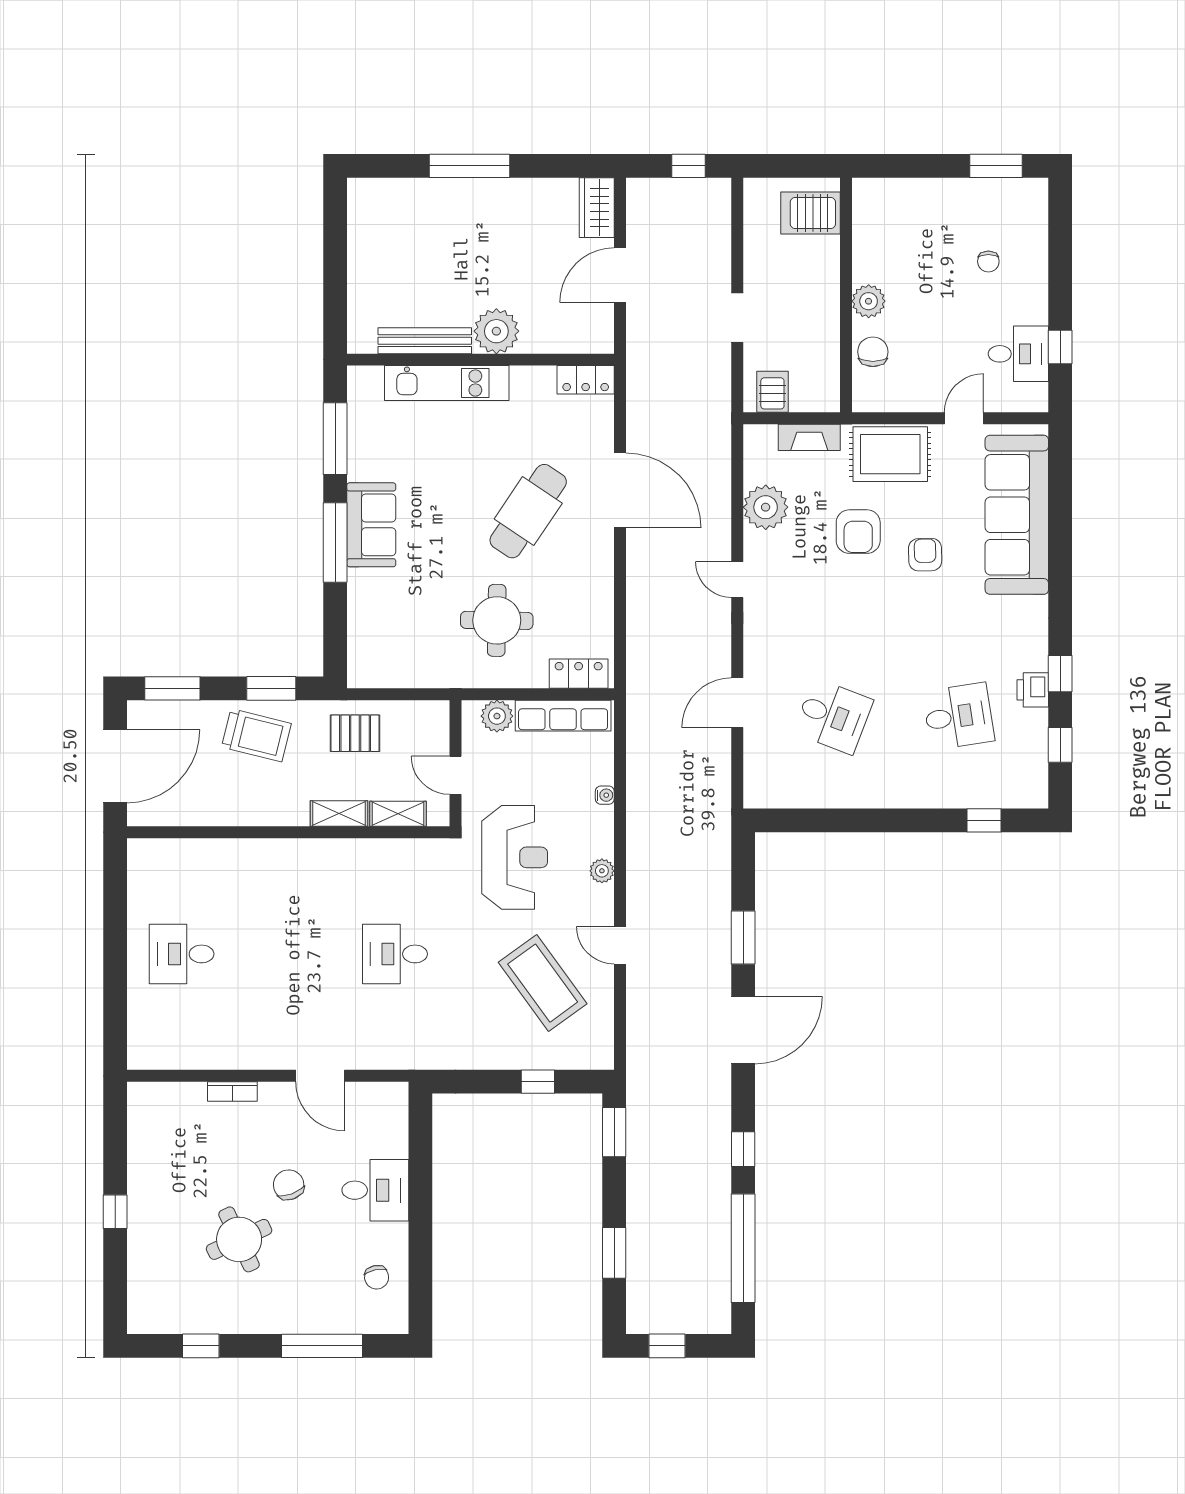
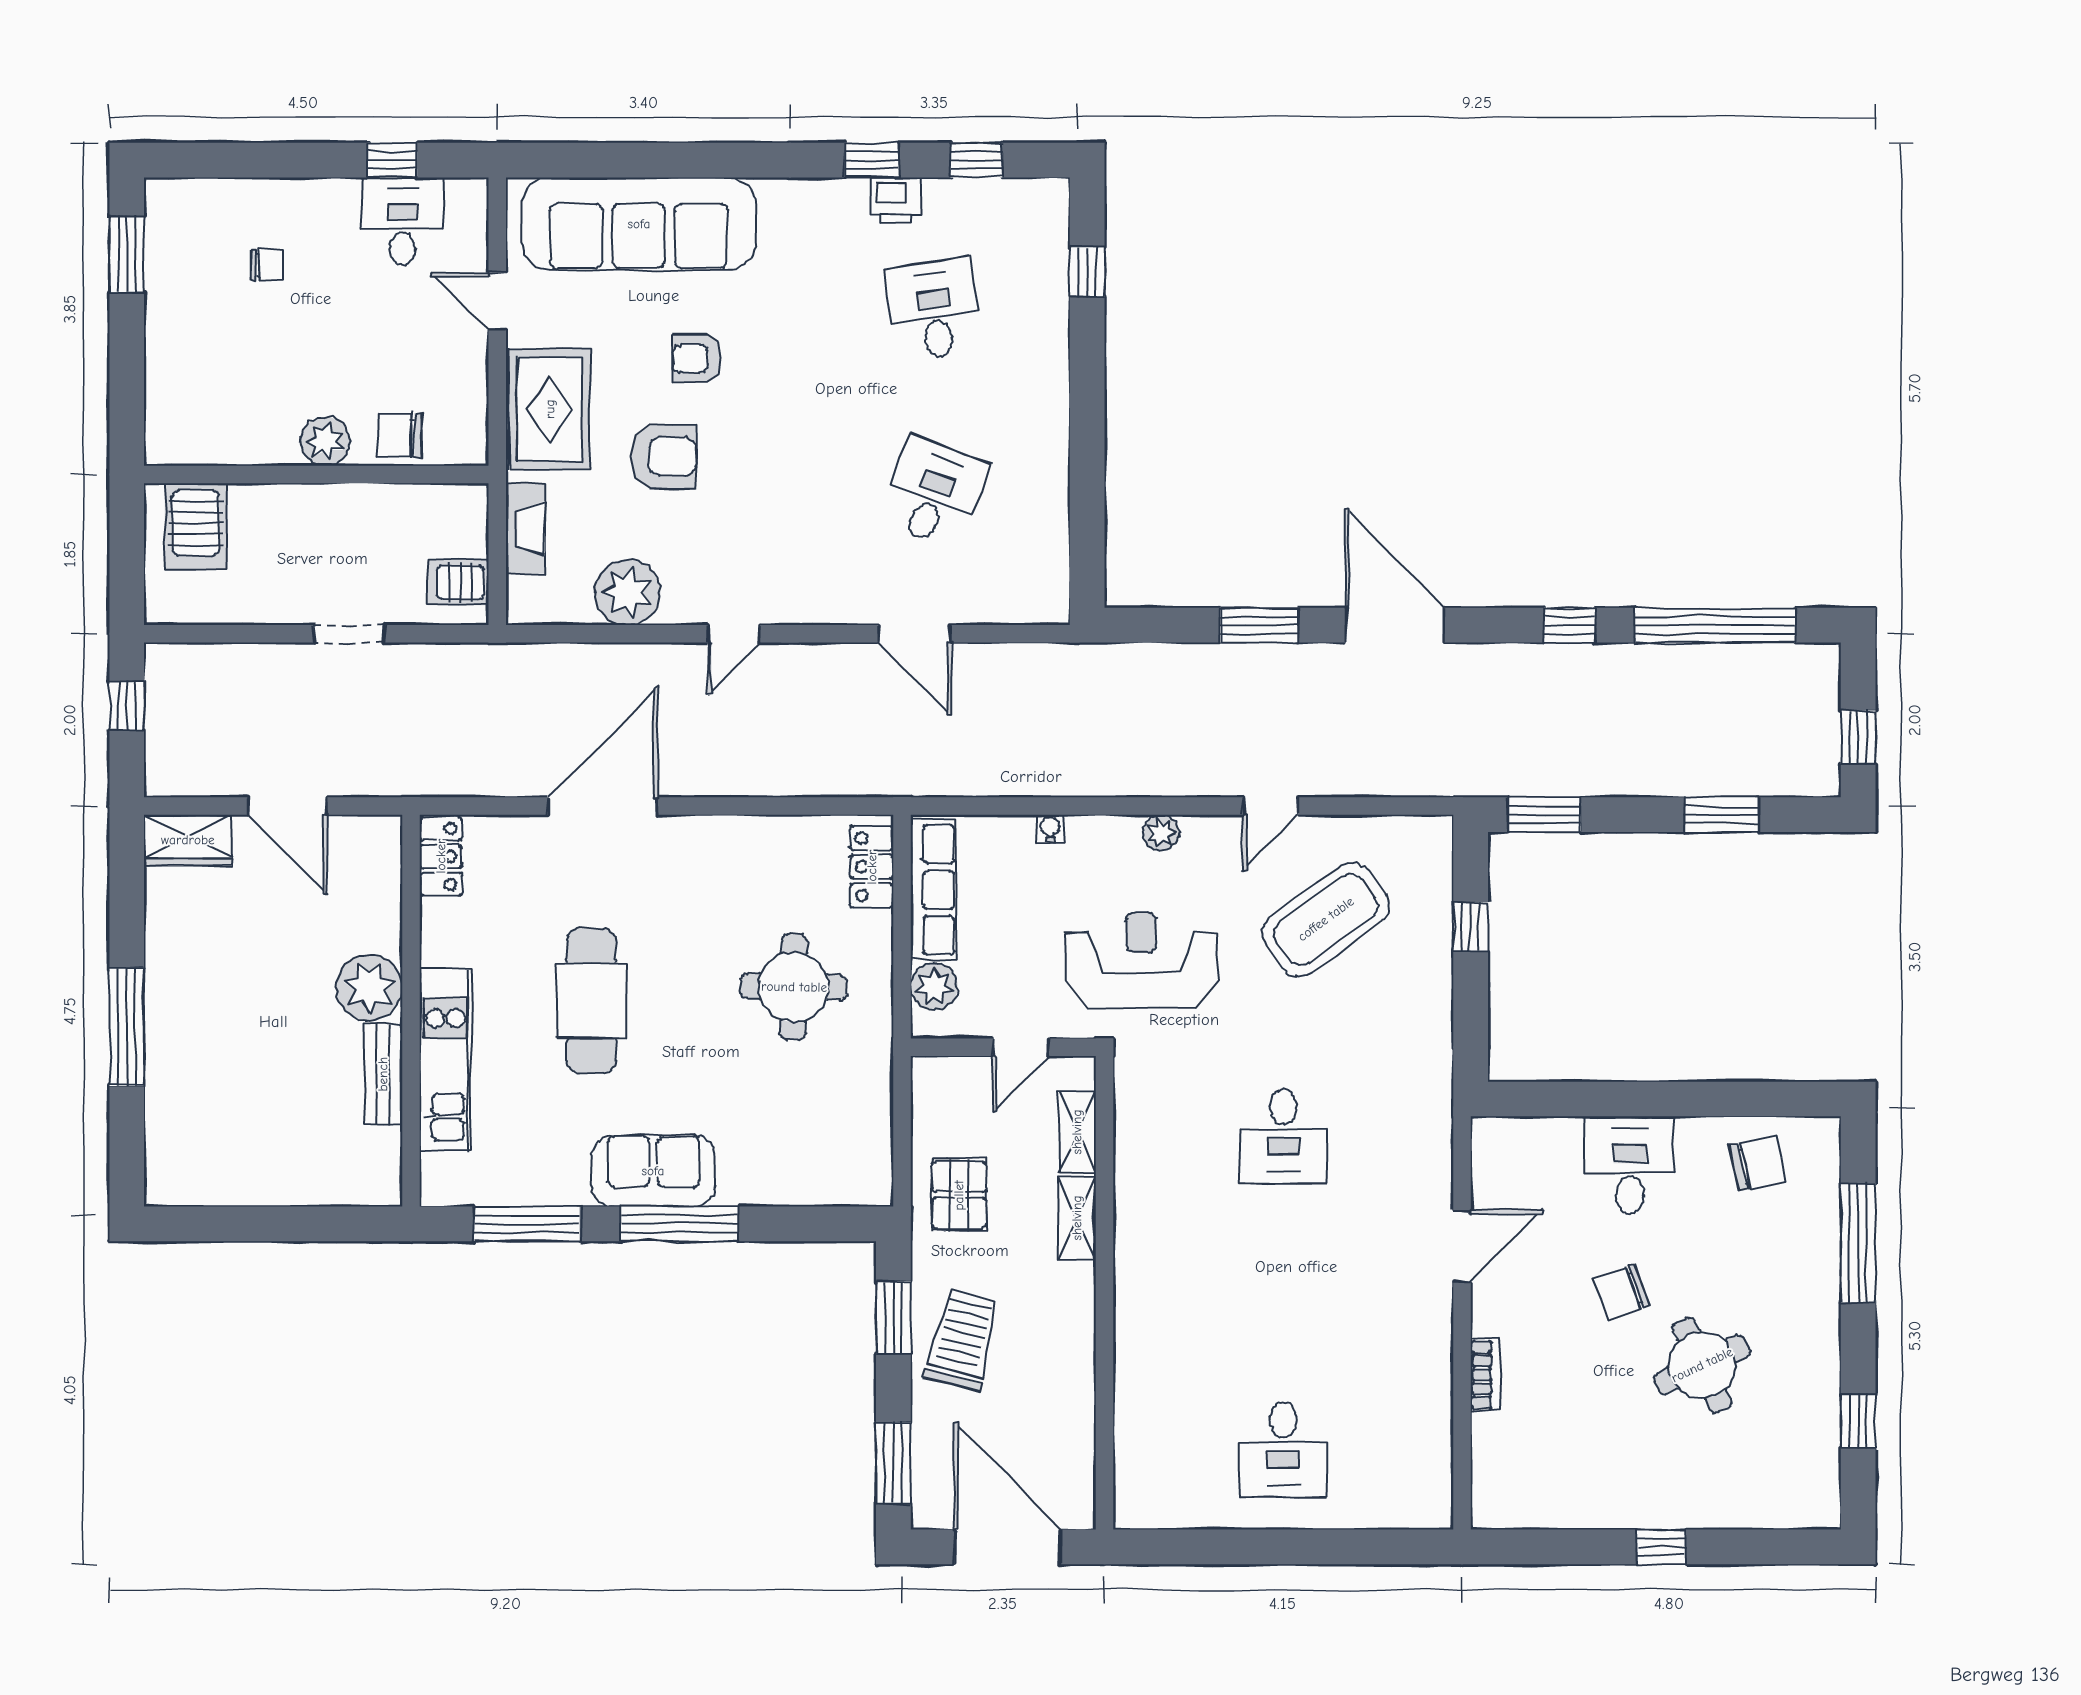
bench: (425, 341) -> (383, 1074), width x0.73
cafe table: (528, 511) -> (591, 1000), moved, turned 56
chair: (377, 1277) -> (1757, 1163), width x1.37, depth x1.37

